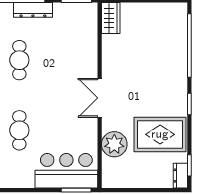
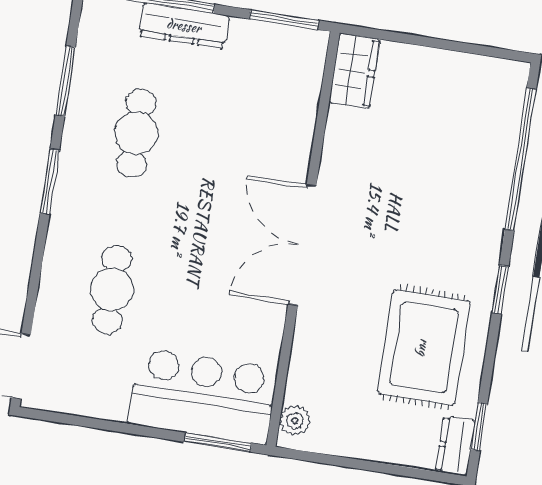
double door: (100, 98) -> (302, 245), width x1.37
rug: (160, 134) -> (424, 347), turned 90
plant: (114, 144) -> (295, 421), moved, width x0.53, depth x0.53

